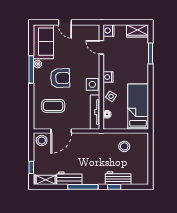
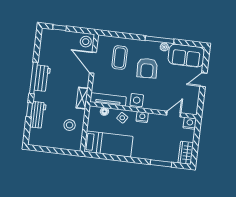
workbench: (69, 178) -> (42, 78), moved
shelving: (46, 180) -> (82, 98), moved

